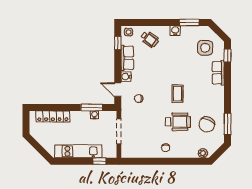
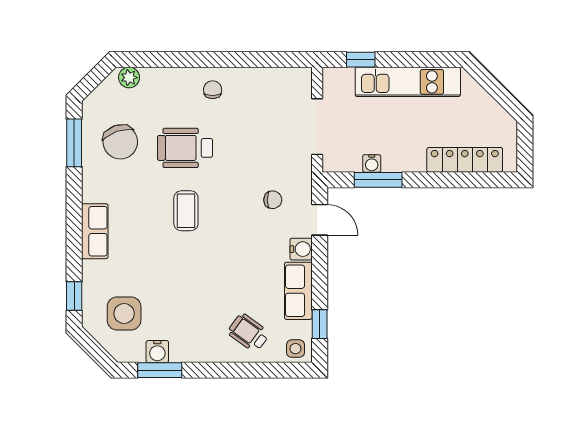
water cooler: (175, 31) -> (157, 352), moved
row of seats: (218, 73) -> (95, 231), moved
chair: (207, 124) -> (120, 142), turned 134

